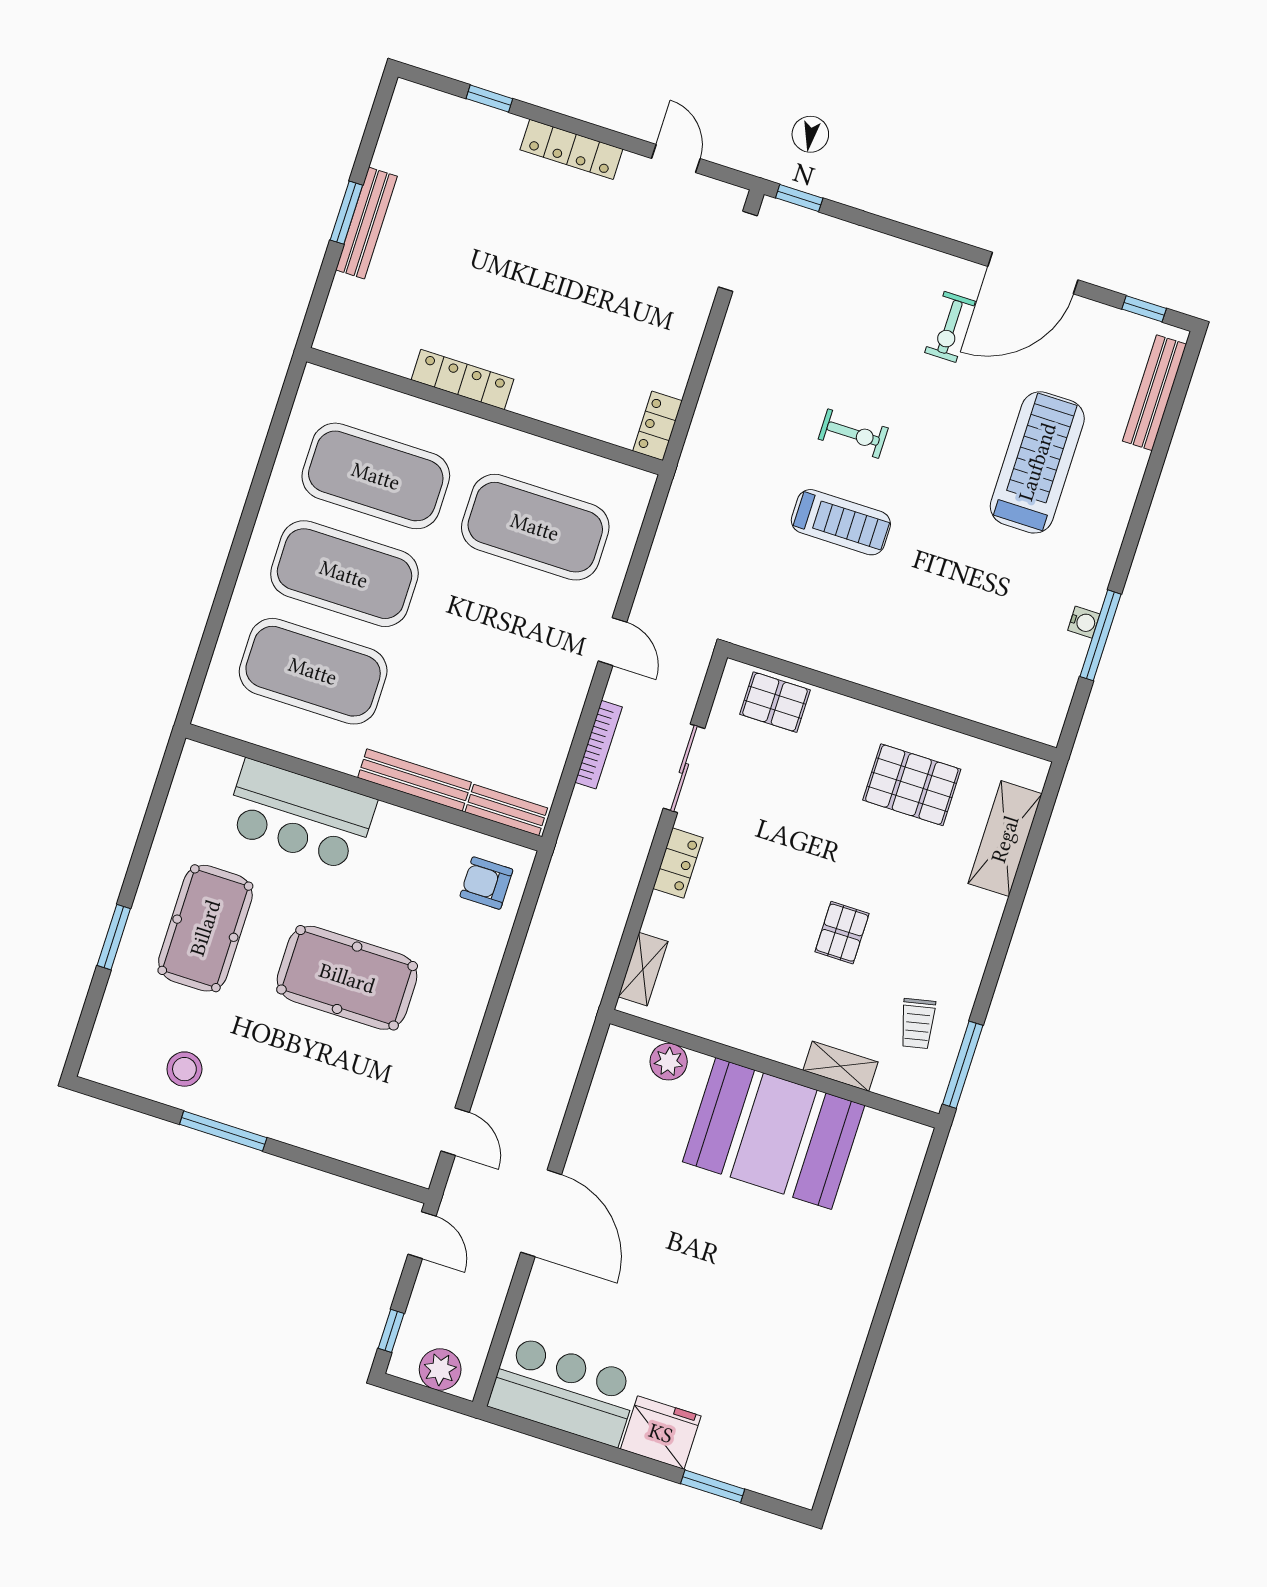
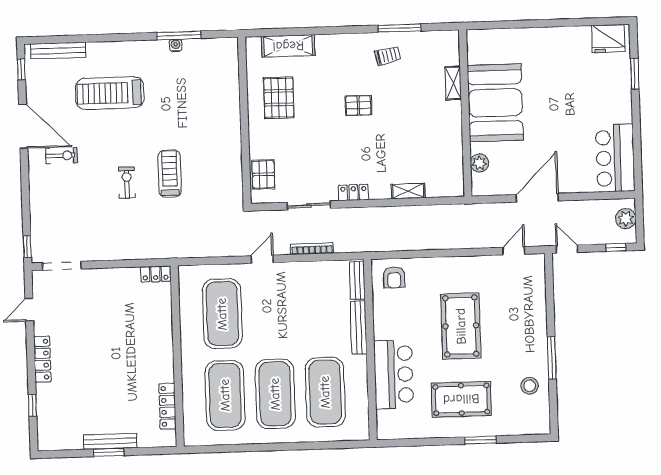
locker: (463, 380) -> (167, 406), moved
plant: (669, 1062) -> (479, 163), moved
shelving: (841, 1066) -> (453, 83), moved
wall: (774, 1069) -> (465, 113), moved
booth: (774, 1134) -> (495, 103), moved
door: (422, 1235) -> (567, 249), hinge flipped
fridge: (661, 1433) -> (608, 39), moved, turned -90

